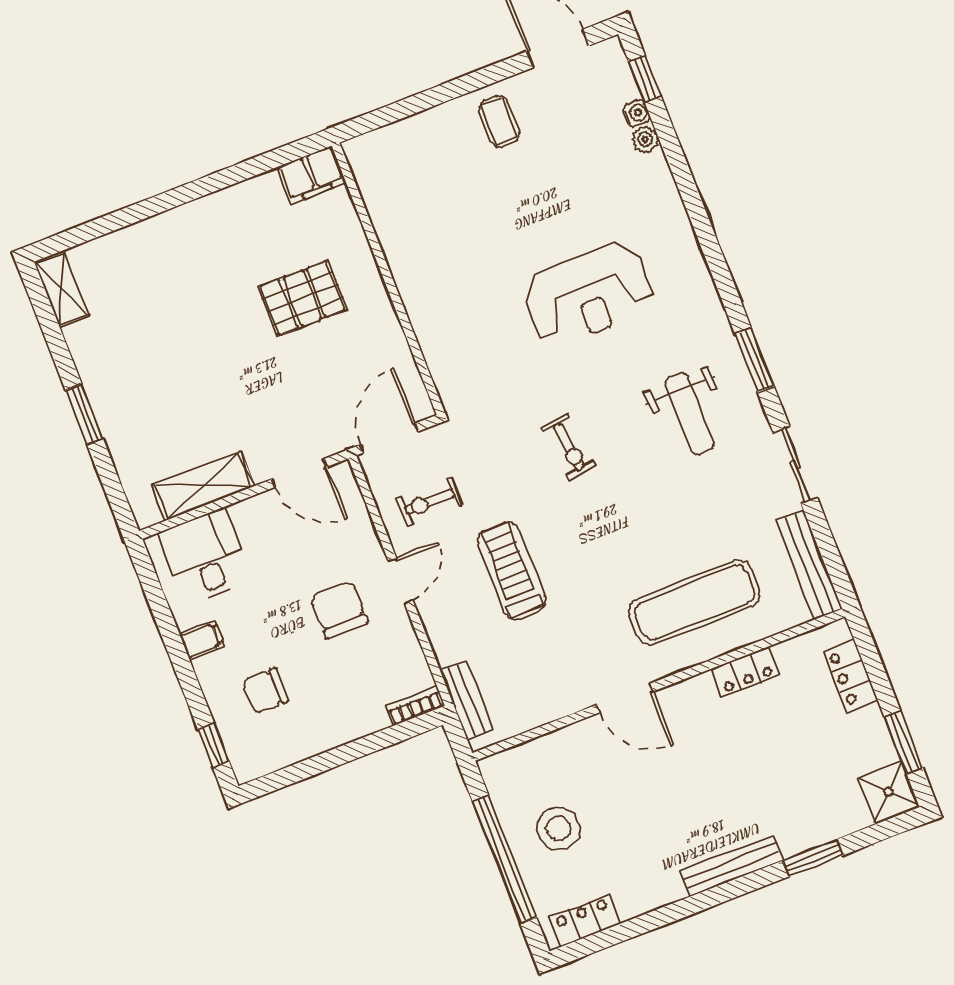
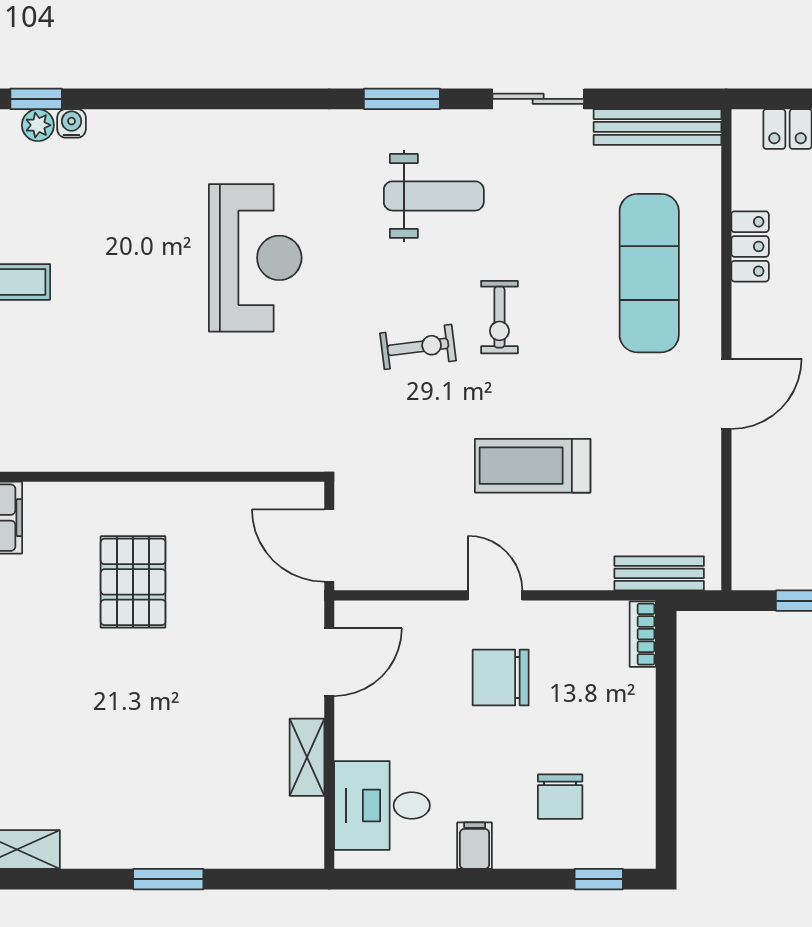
plant: (645, 140) -> (38, 125), moved
shelving: (203, 486) -> (307, 757), width x0.67, depth x0.75
exercise bike: (430, 502) -> (499, 317), moved

